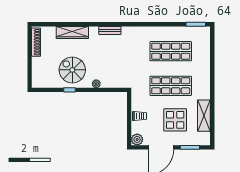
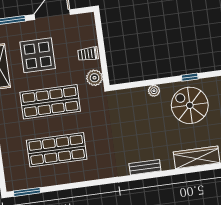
spiral stairs: (72, 70) -> (190, 105), turned 180
plant: (137, 139) -> (95, 78), moved

